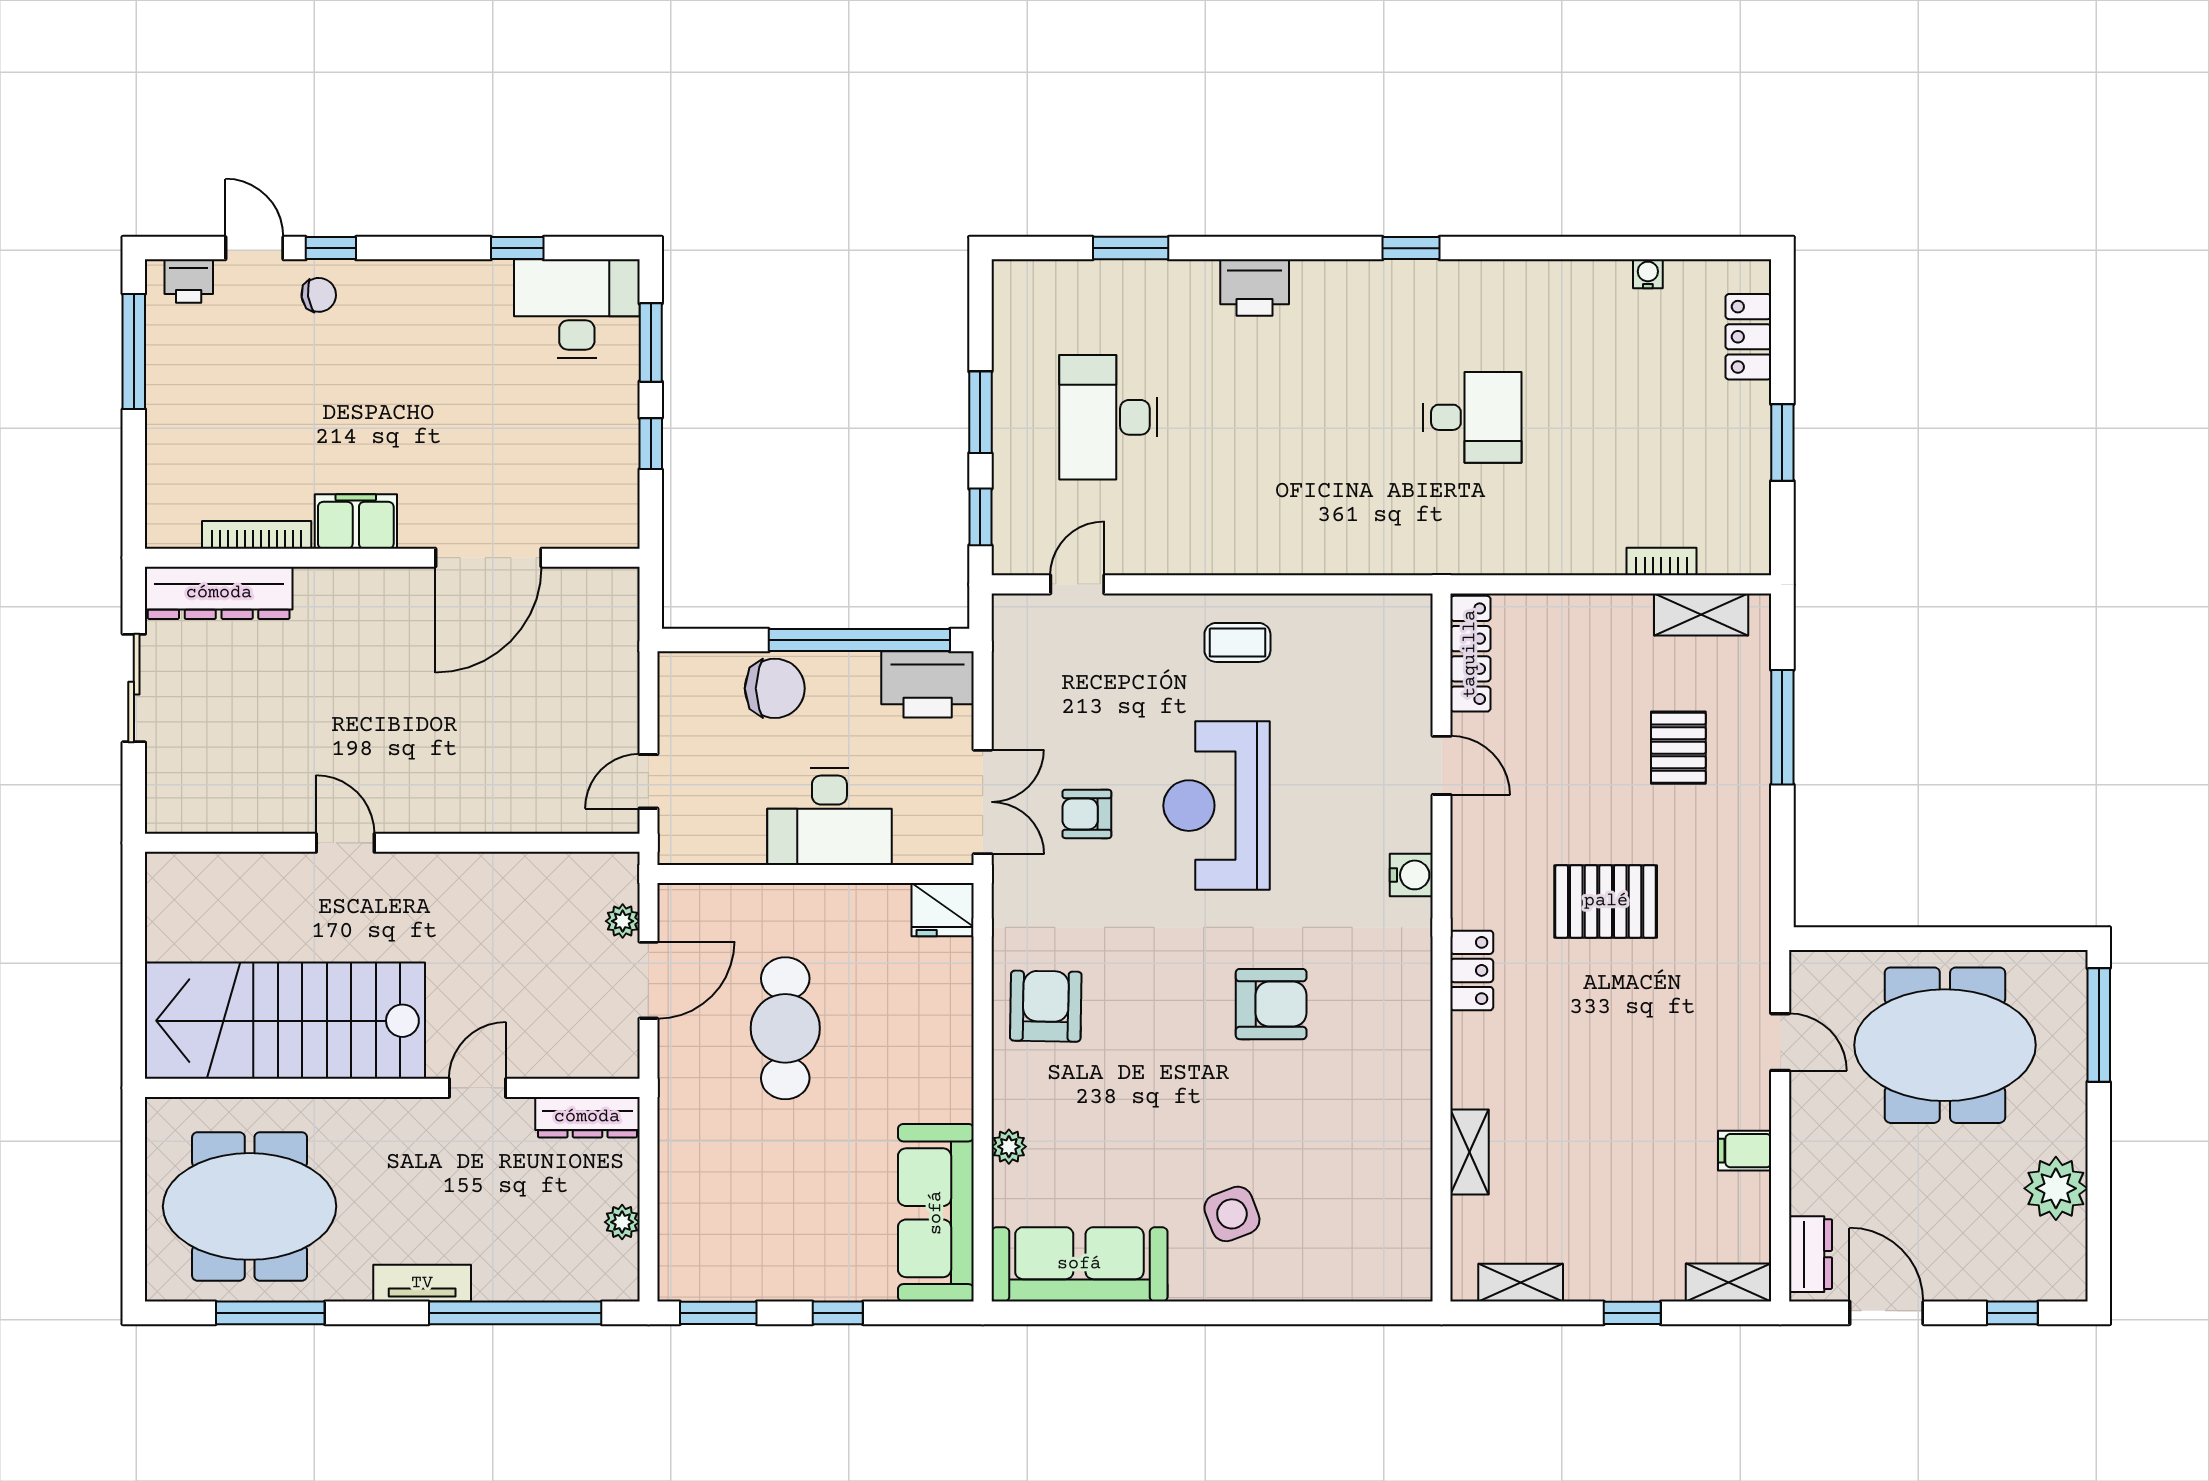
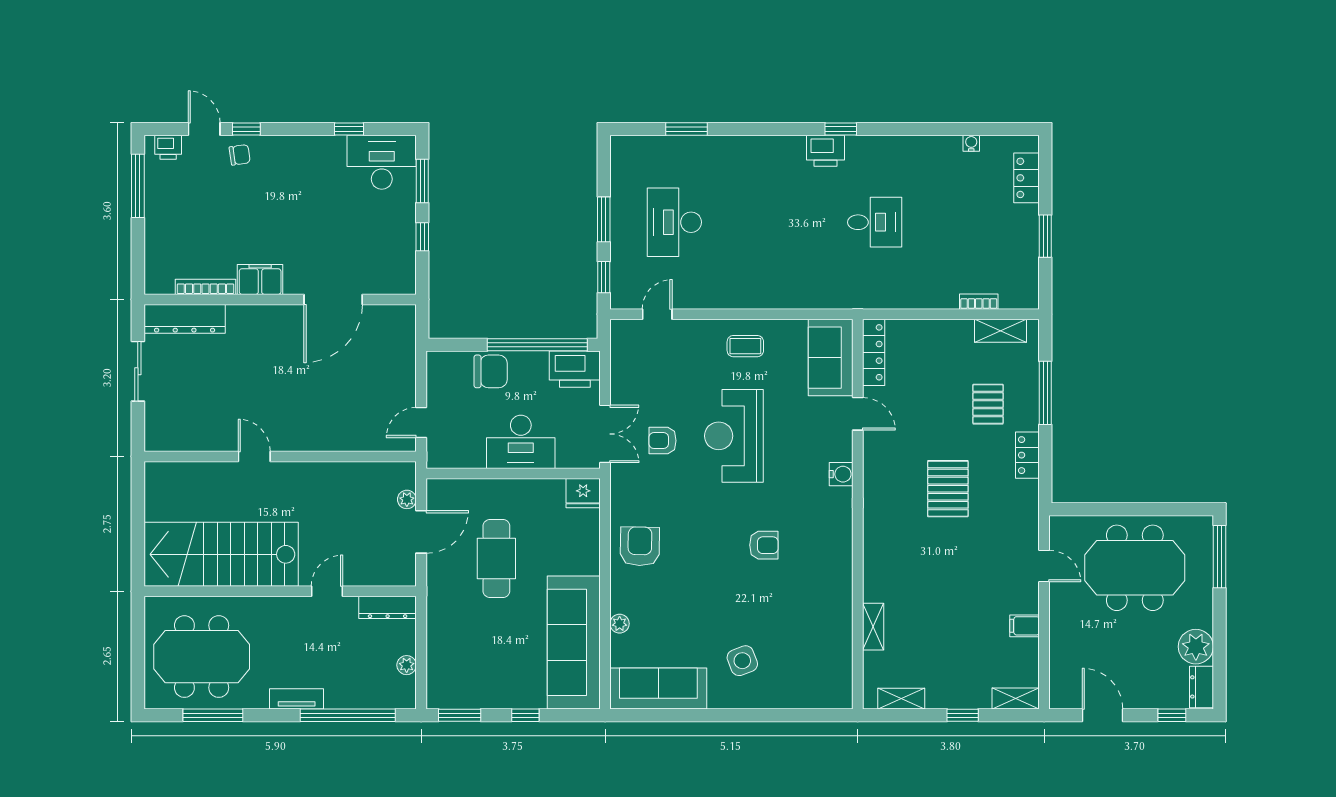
printer: (1255, 287) -> (825, 151), moved
sofa: (1392, 663) -> (831, 358), added
pallet: (1606, 901) -> (948, 489), turned 90
locker: (1472, 970) -> (1027, 455), moved, turned 180
armchair: (1271, 1004) -> (764, 545), width x0.72, depth x0.72
sofa: (936, 1213) -> (574, 642), width x1.36, depth x1.27
dresser: (1810, 1254) -> (1202, 687), moved, turned 180

